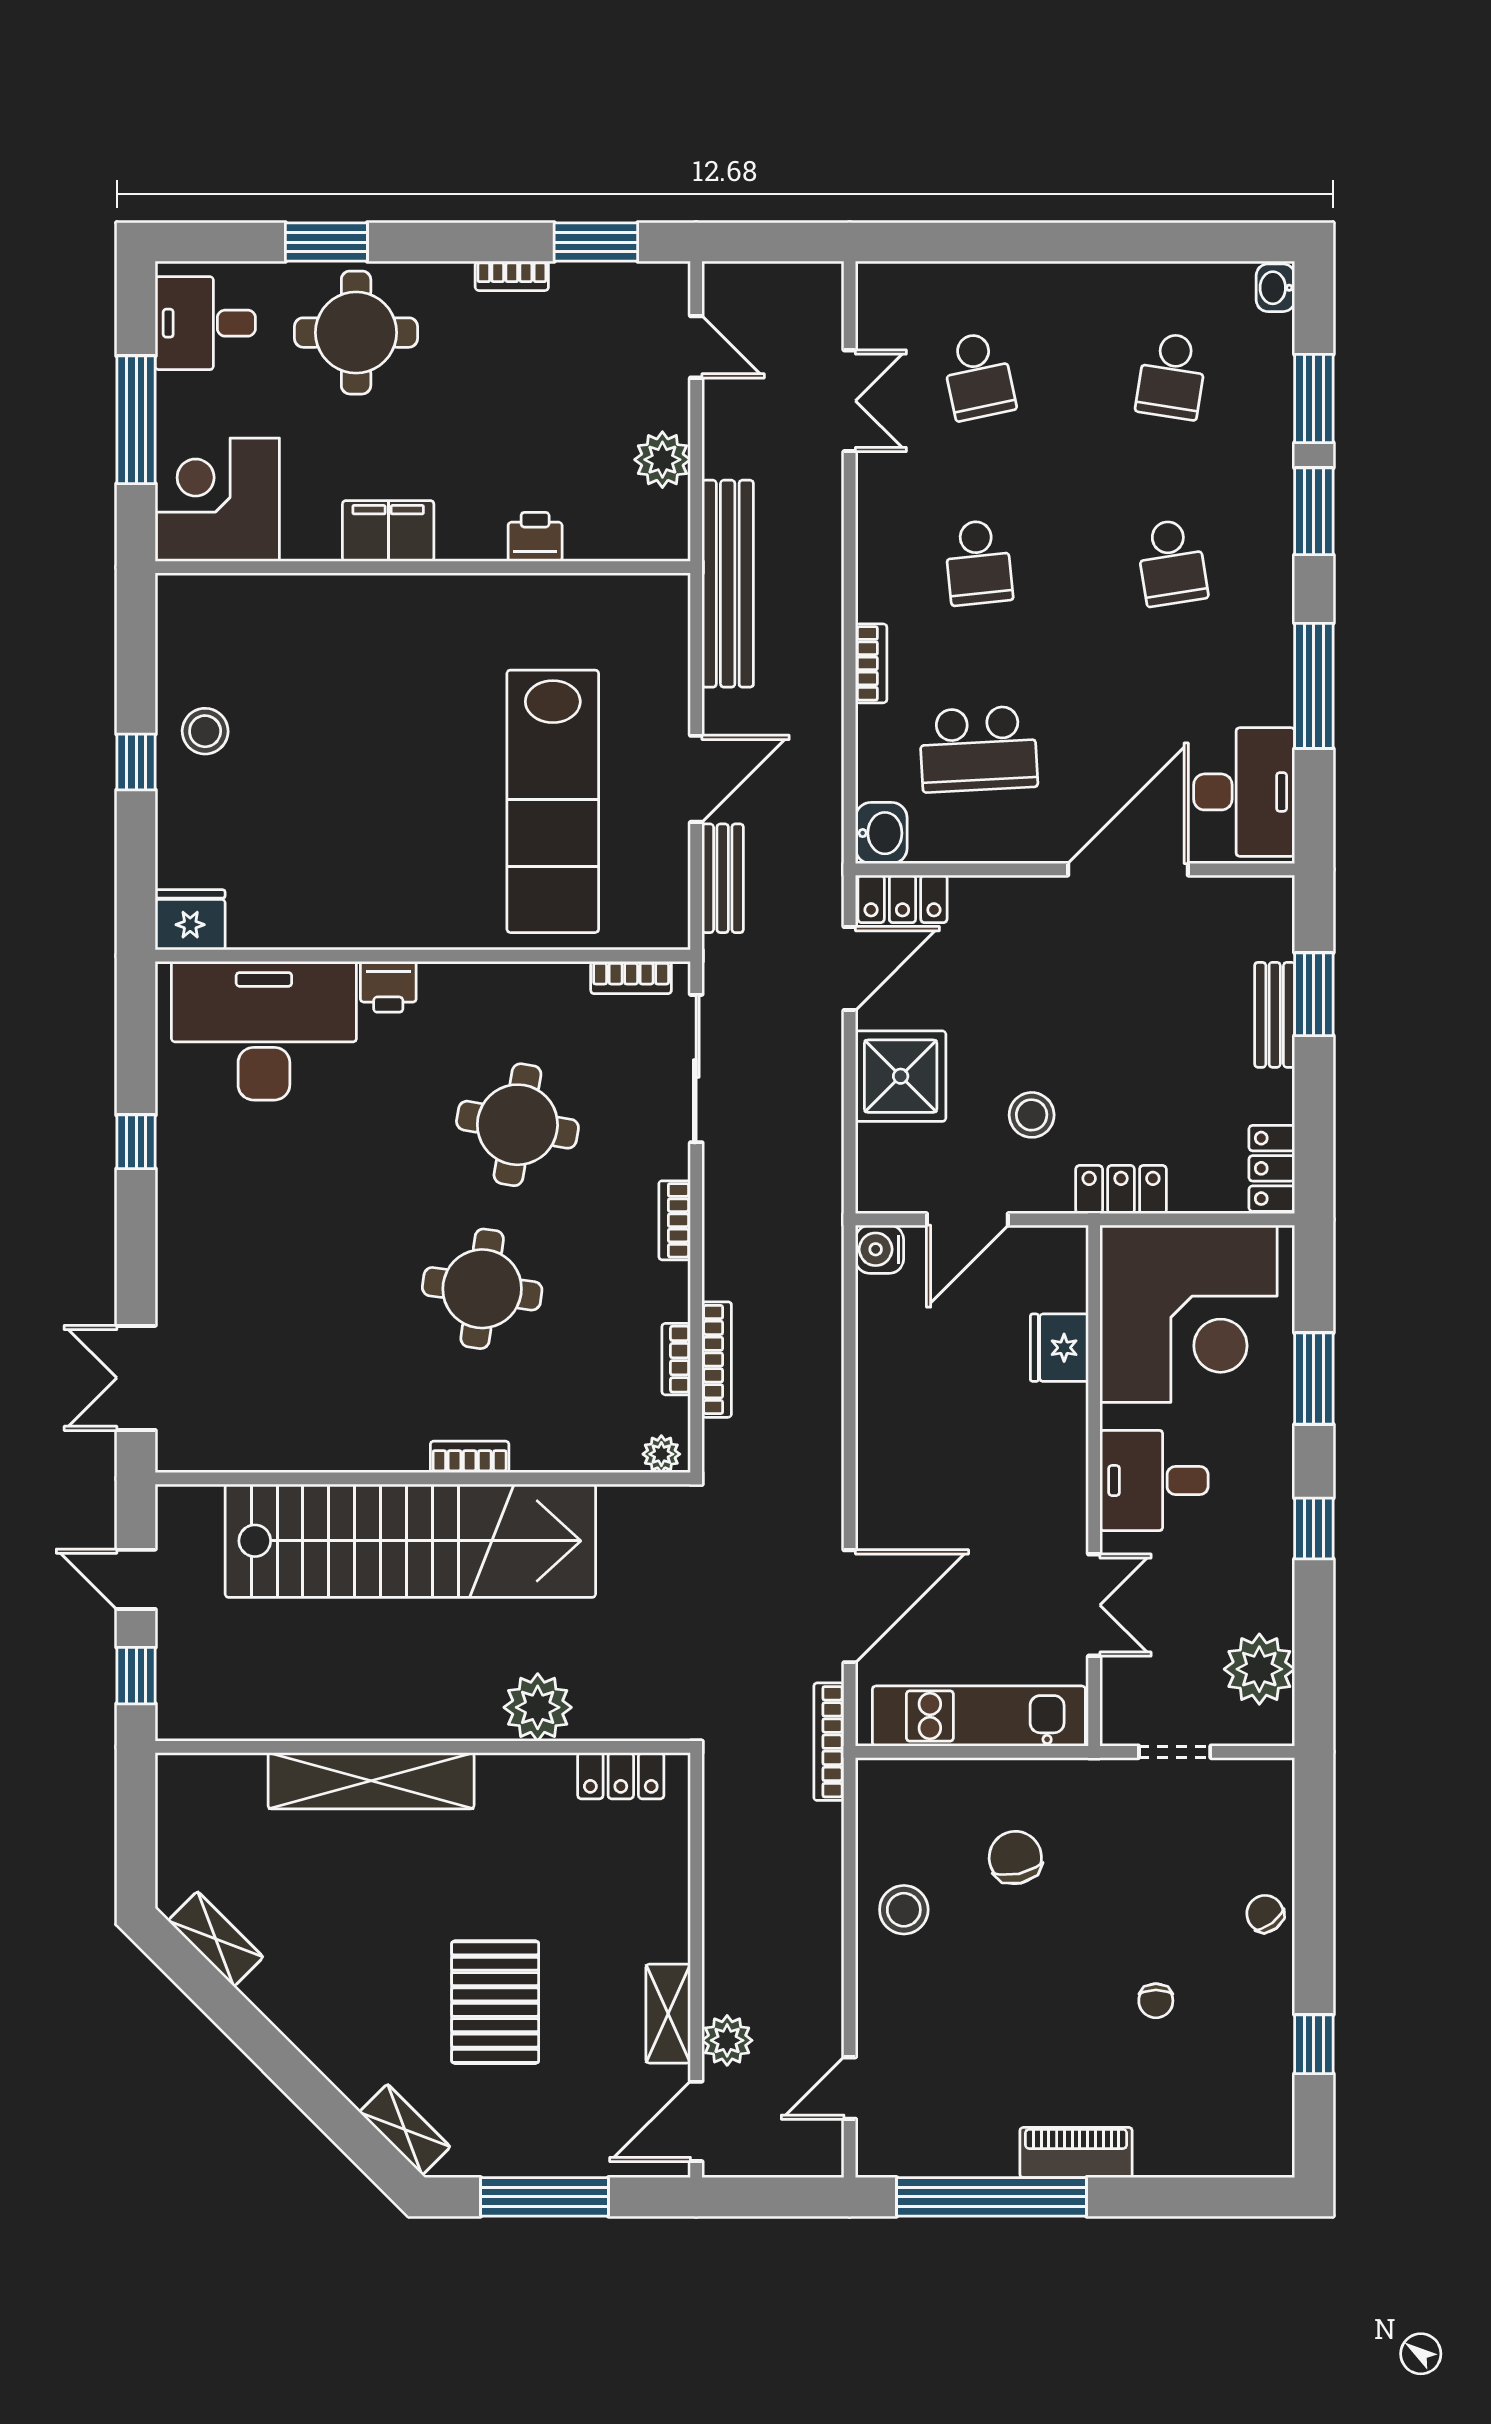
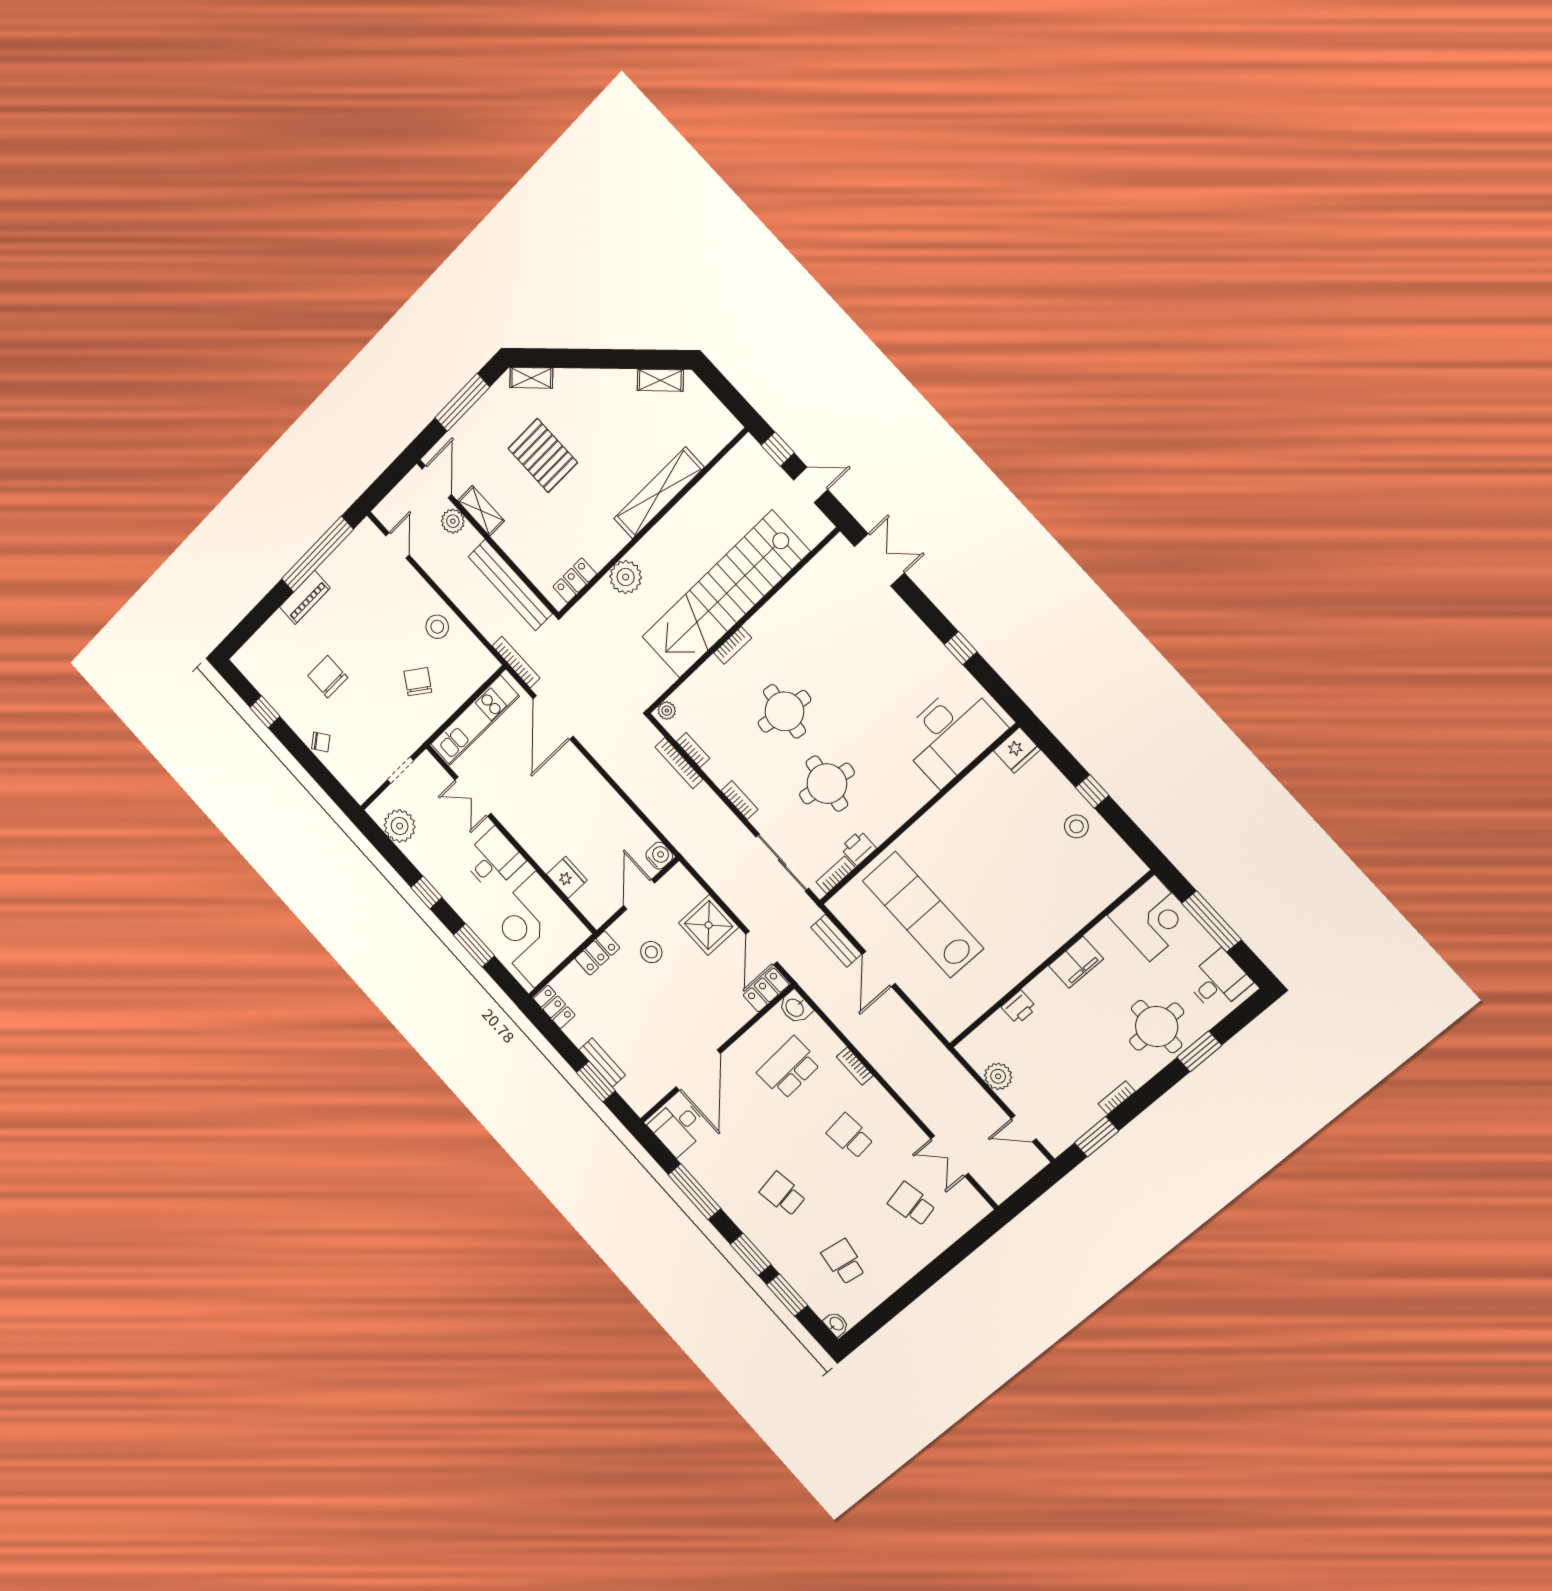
bench: (728, 584) -> (510, 585), moved
desk: (1244, 792) -> (678, 1127), width x0.73
printer: (388, 987) -> (858, 848), moved
chair: (1015, 1858) -> (418, 682), turned -134
chair: (1156, 2001) -> (328, 677), width x1.87, depth x1.87

